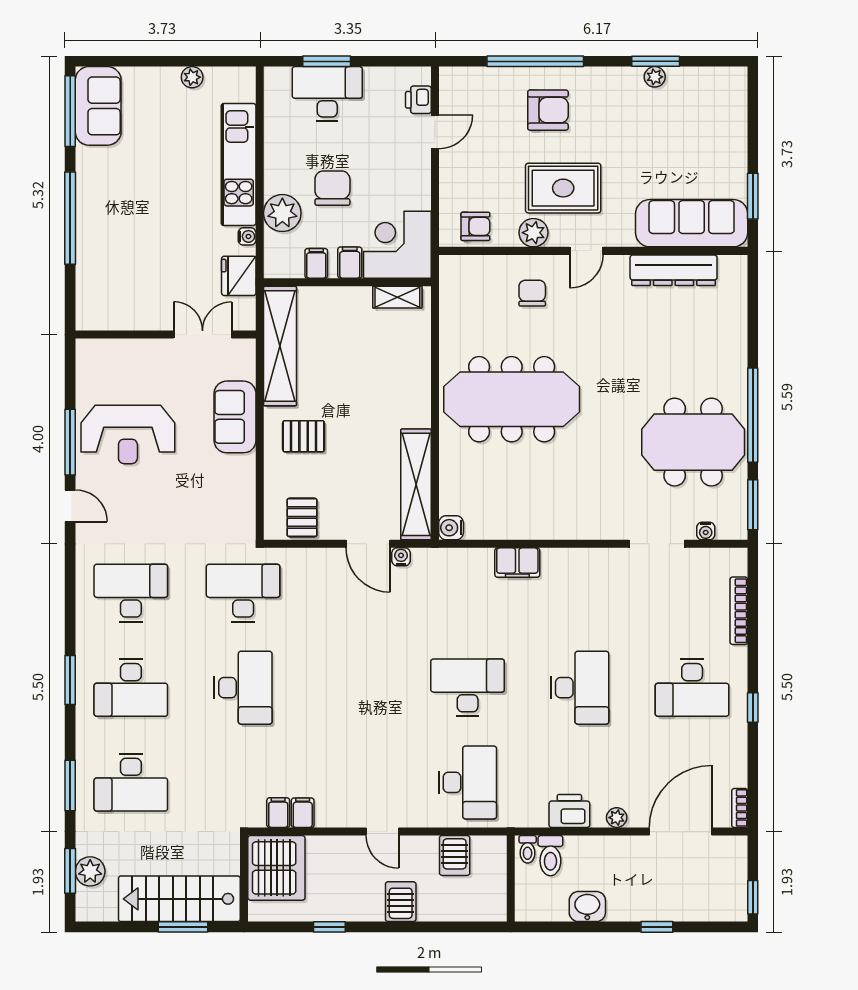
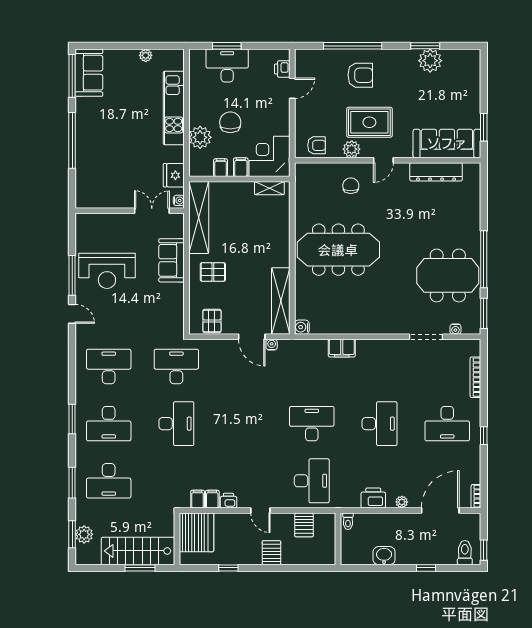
plant: (655, 77) -> (430, 61), width x1.87, depth x1.87
water cooler: (247, 236) -> (179, 200), moved
printer: (329, 815) -> (228, 501), added
toilet: (550, 856) -> (465, 553), moved, turned 180

